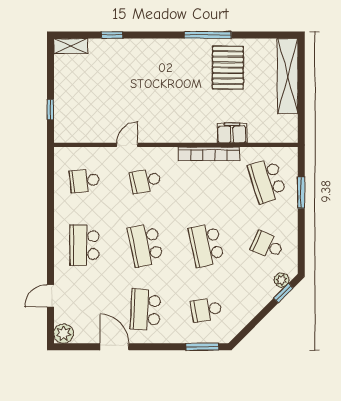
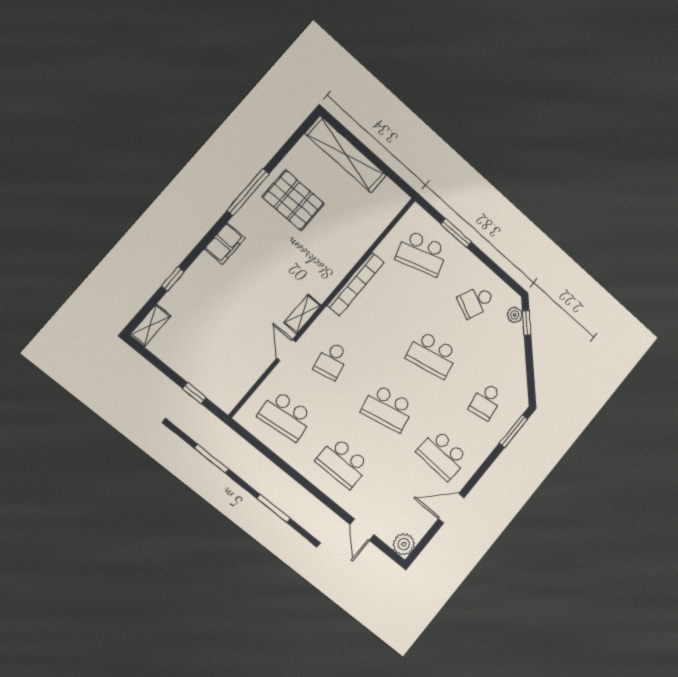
filing cabinet: (232, 133) -> (225, 244), moved, turned 180
shelving: (160, 136) -> (302, 314), added
school desk: (84, 181) -> (286, 416), width x1.85

